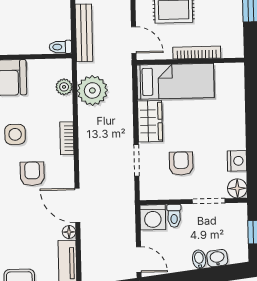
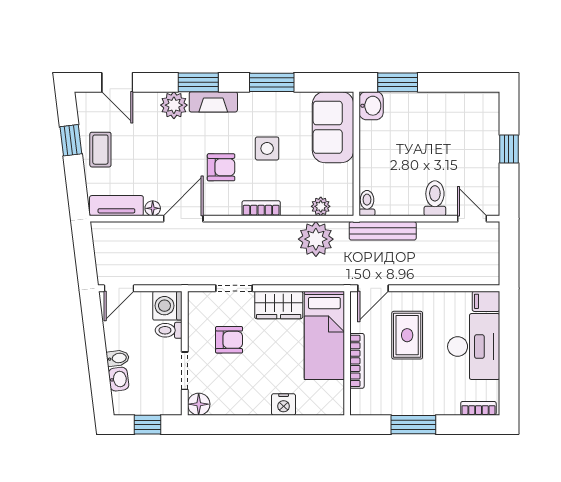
nightstand: (237, 161) -> (284, 404), moved

